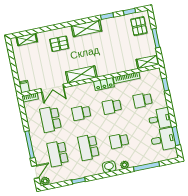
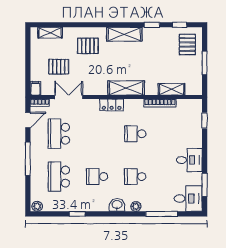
shelving: (148, 62) -> (171, 89), moved
pallet: (39, 65) -> (59, 67), added
shelving: (81, 74) -> (126, 88), moved
locker: (104, 84) -> (112, 105), moved
double door: (52, 88) -> (69, 97), swing flipped
school desk: (143, 100) -> (173, 134), removed
school desk: (81, 113) -> (97, 134), removed
desk: (163, 139) -> (188, 199), moved
school desk: (88, 147) -> (97, 177), width x0.54
door: (35, 172) -> (28, 120), moved

